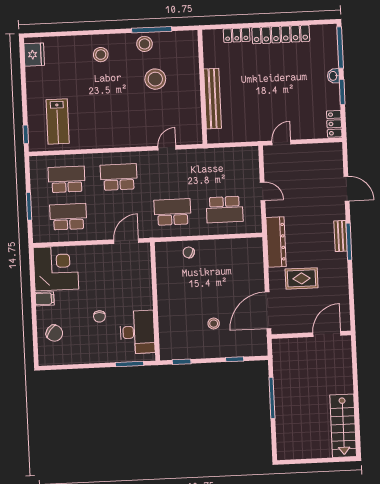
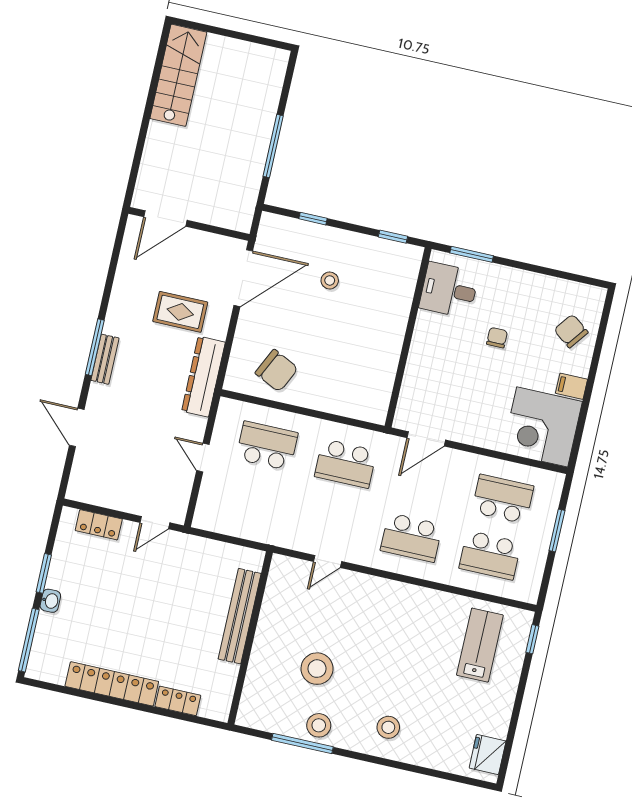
locker: (334, 124) -> (99, 525), moved, turned 90
school desk: (68, 217) -> (503, 499), turned 180
chair: (189, 252) -> (277, 371), moved, width x1.87, depth x1.87
desk: (137, 332) -> (449, 290), width x0.73

